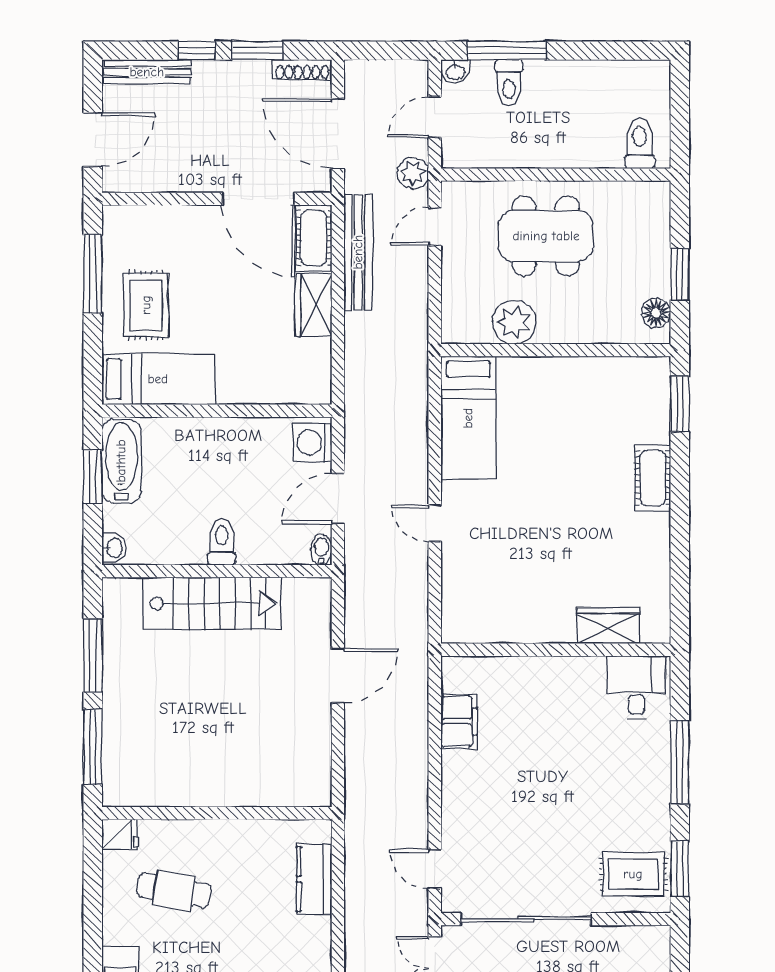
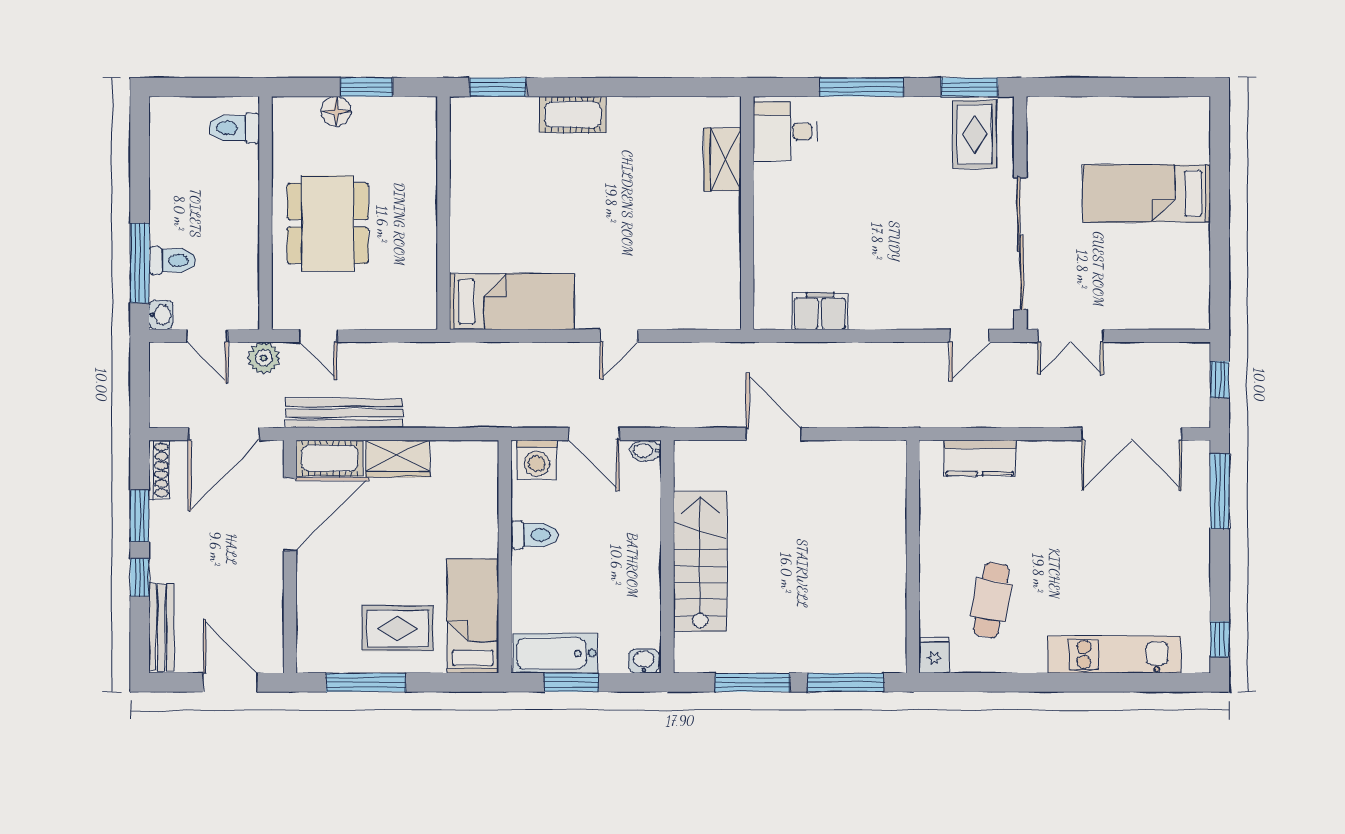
floor lamp: (656, 313) -> (336, 111), moved
plant: (514, 322) -> (415, 255), removed
toilet: (222, 542) -> (534, 535), moved, turned 180

